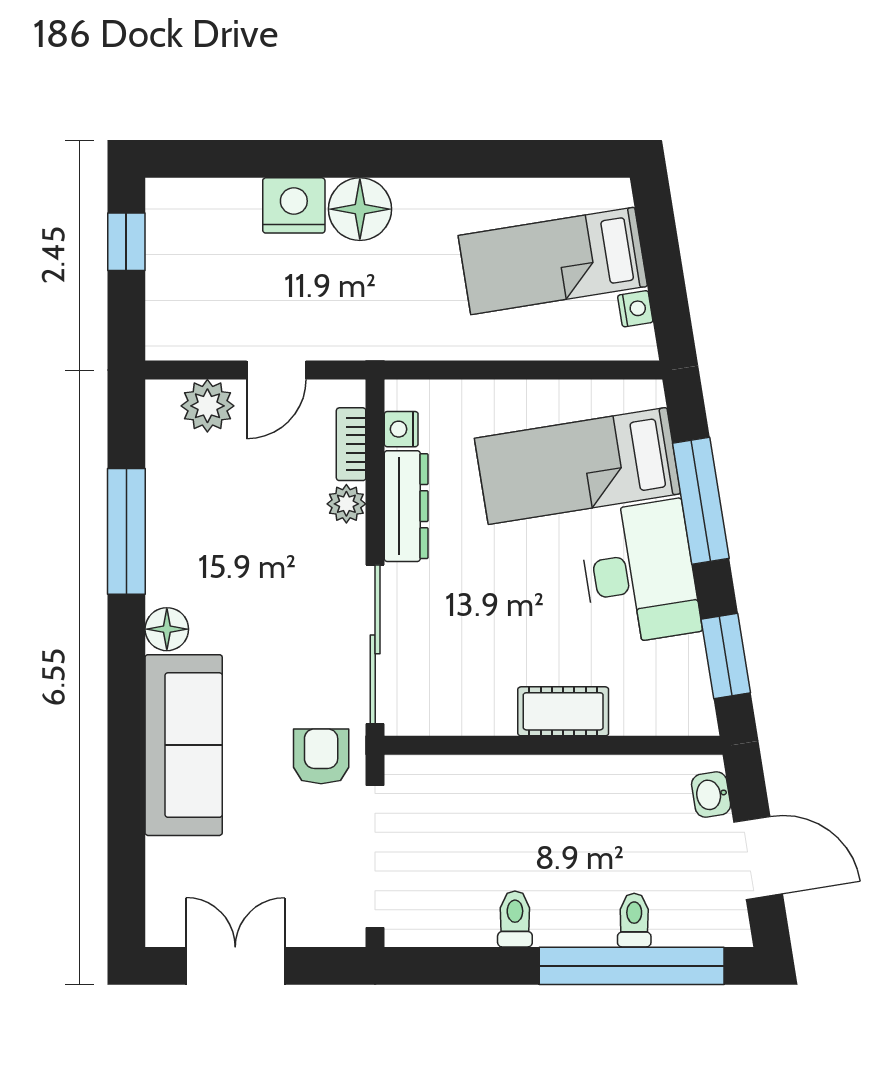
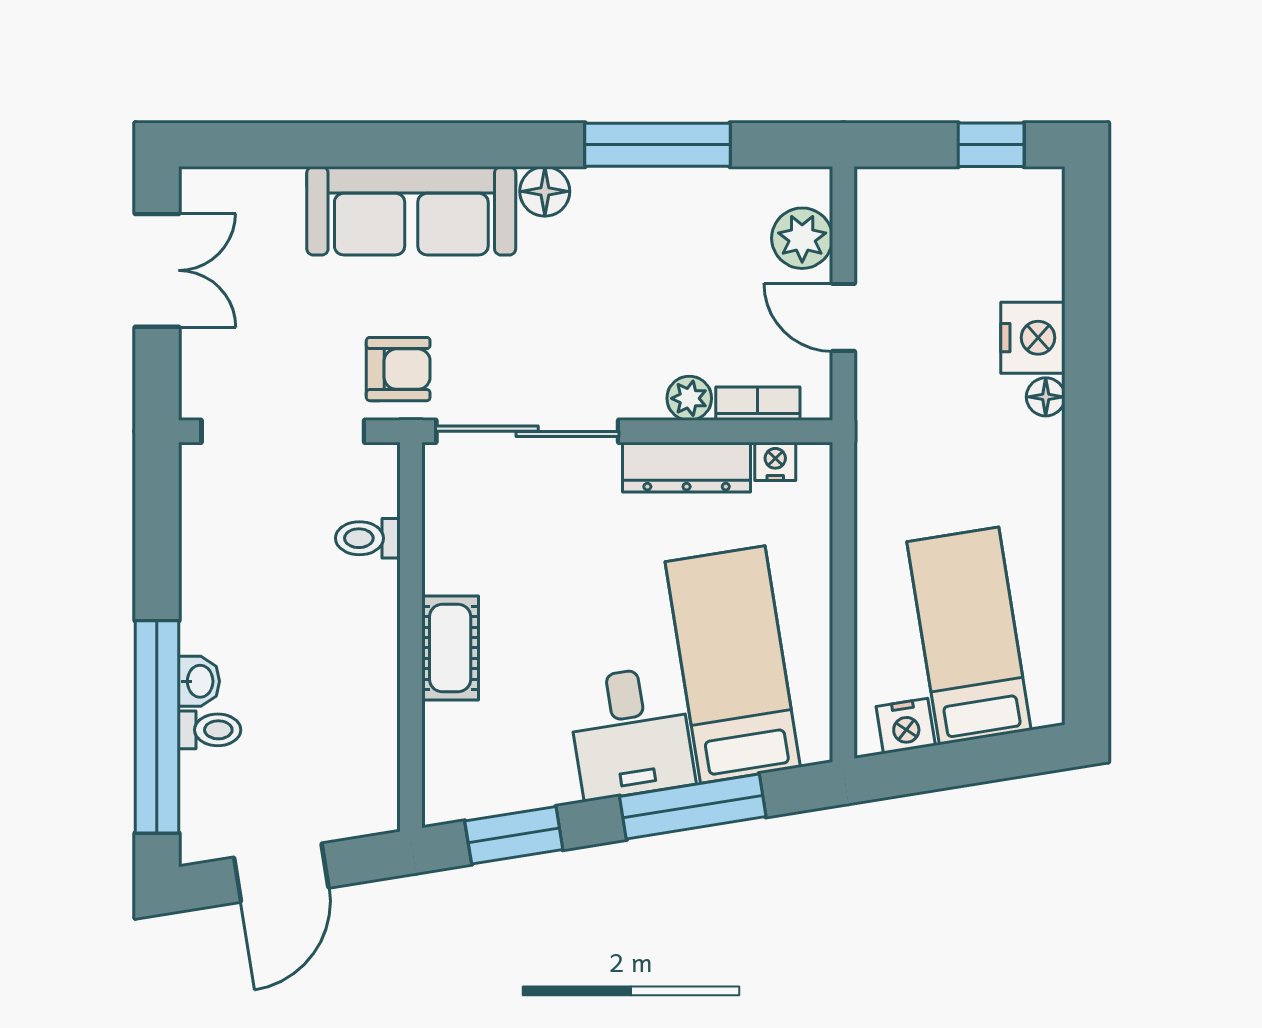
floor lamp: (360, 209) -> (1046, 397), width x0.53, depth x0.53
nightstand: (635, 309) -> (906, 726), width x1.39, depth x1.35
desk: (640, 573) -> (631, 733), width x0.73
washbasin: (711, 795) -> (199, 681), moved, turned 99
toilet: (515, 919) -> (368, 538), moved, turned 180

